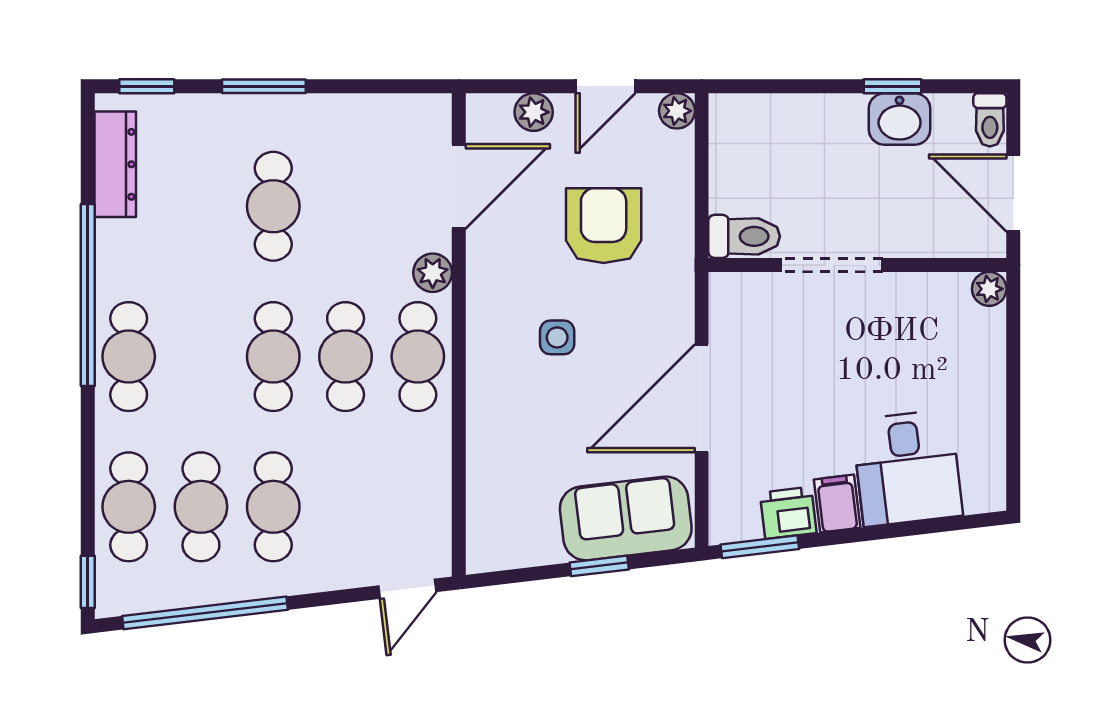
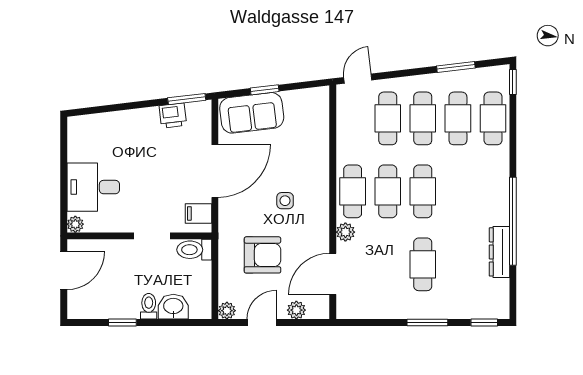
washbasin: (900, 119) -> (173, 307), moved
toilet: (990, 120) -> (149, 306), moved
dresser: (115, 164) -> (499, 252), moved
door: (1013, 193) -> (64, 271), hinge flipped
armchair: (604, 226) -> (262, 255), turned -90
doorway: (831, 265) -> (152, 236), width x0.73
cafe table: (129, 357) -> (388, 118), moved
desk: (907, 468) -> (93, 187), moved, turned -83
filing cabinet: (837, 504) -> (199, 213), moved, turned 97
window: (205, 613) -> (456, 67), width x0.47

